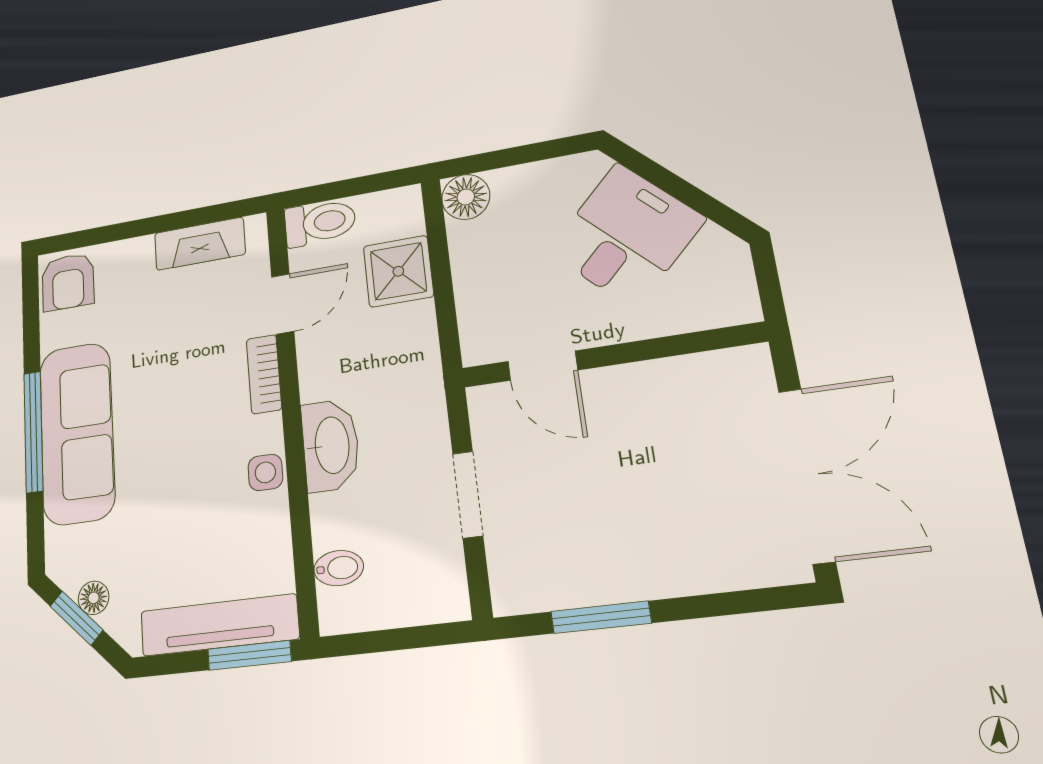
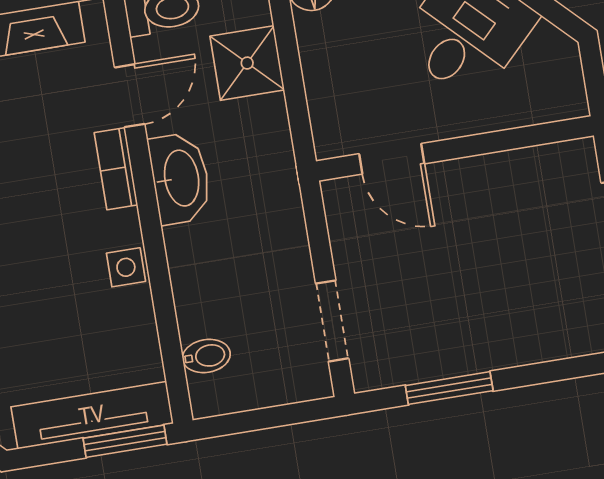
washbasin: (331, 445) -> (180, 178), moved
doorway: (468, 495) -> (332, 321), moved

